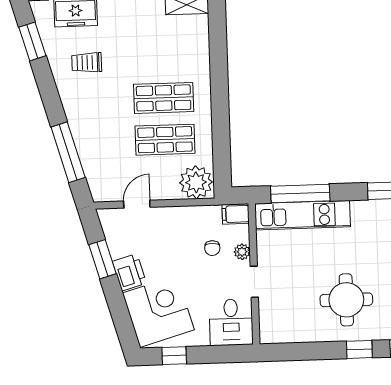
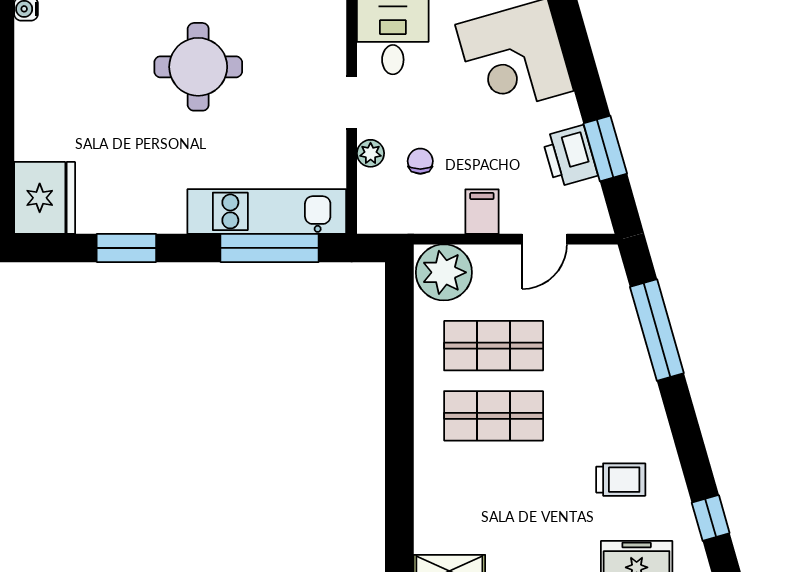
window: (32, 41) -> (711, 518), width x0.67
filing cabinet: (236, 214) -> (482, 212), moved, turned -90
printer: (129, 272) -> (570, 156), moved

